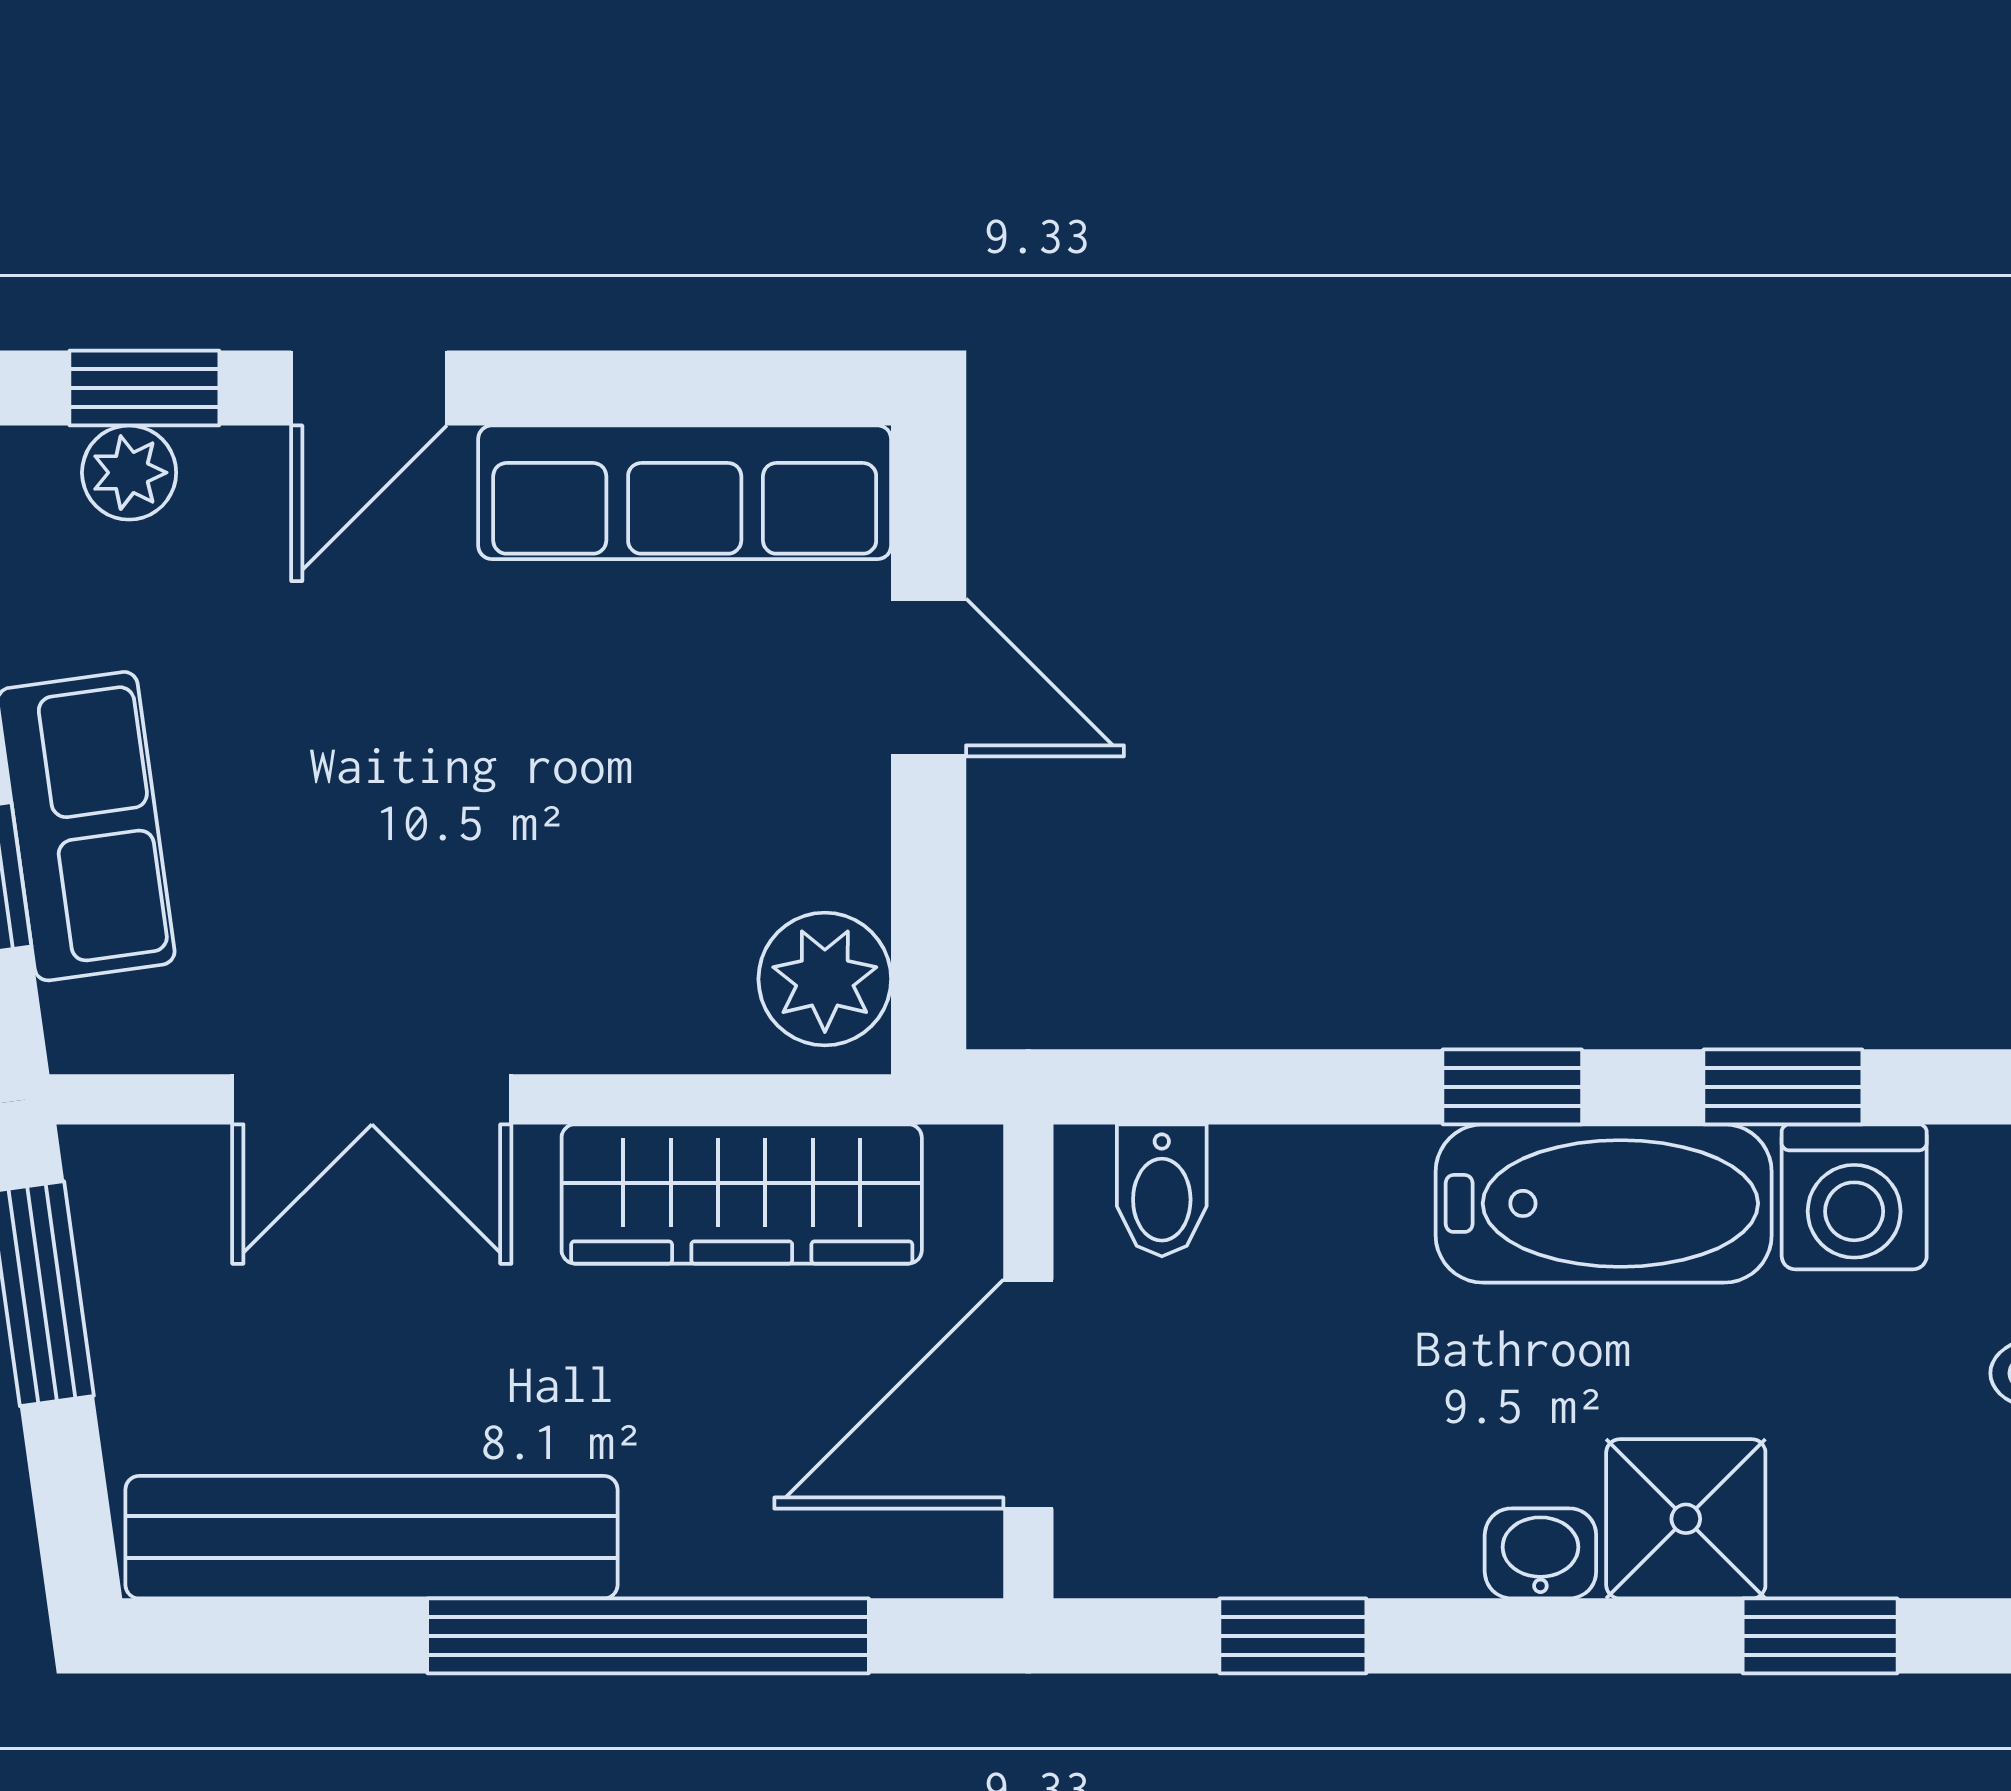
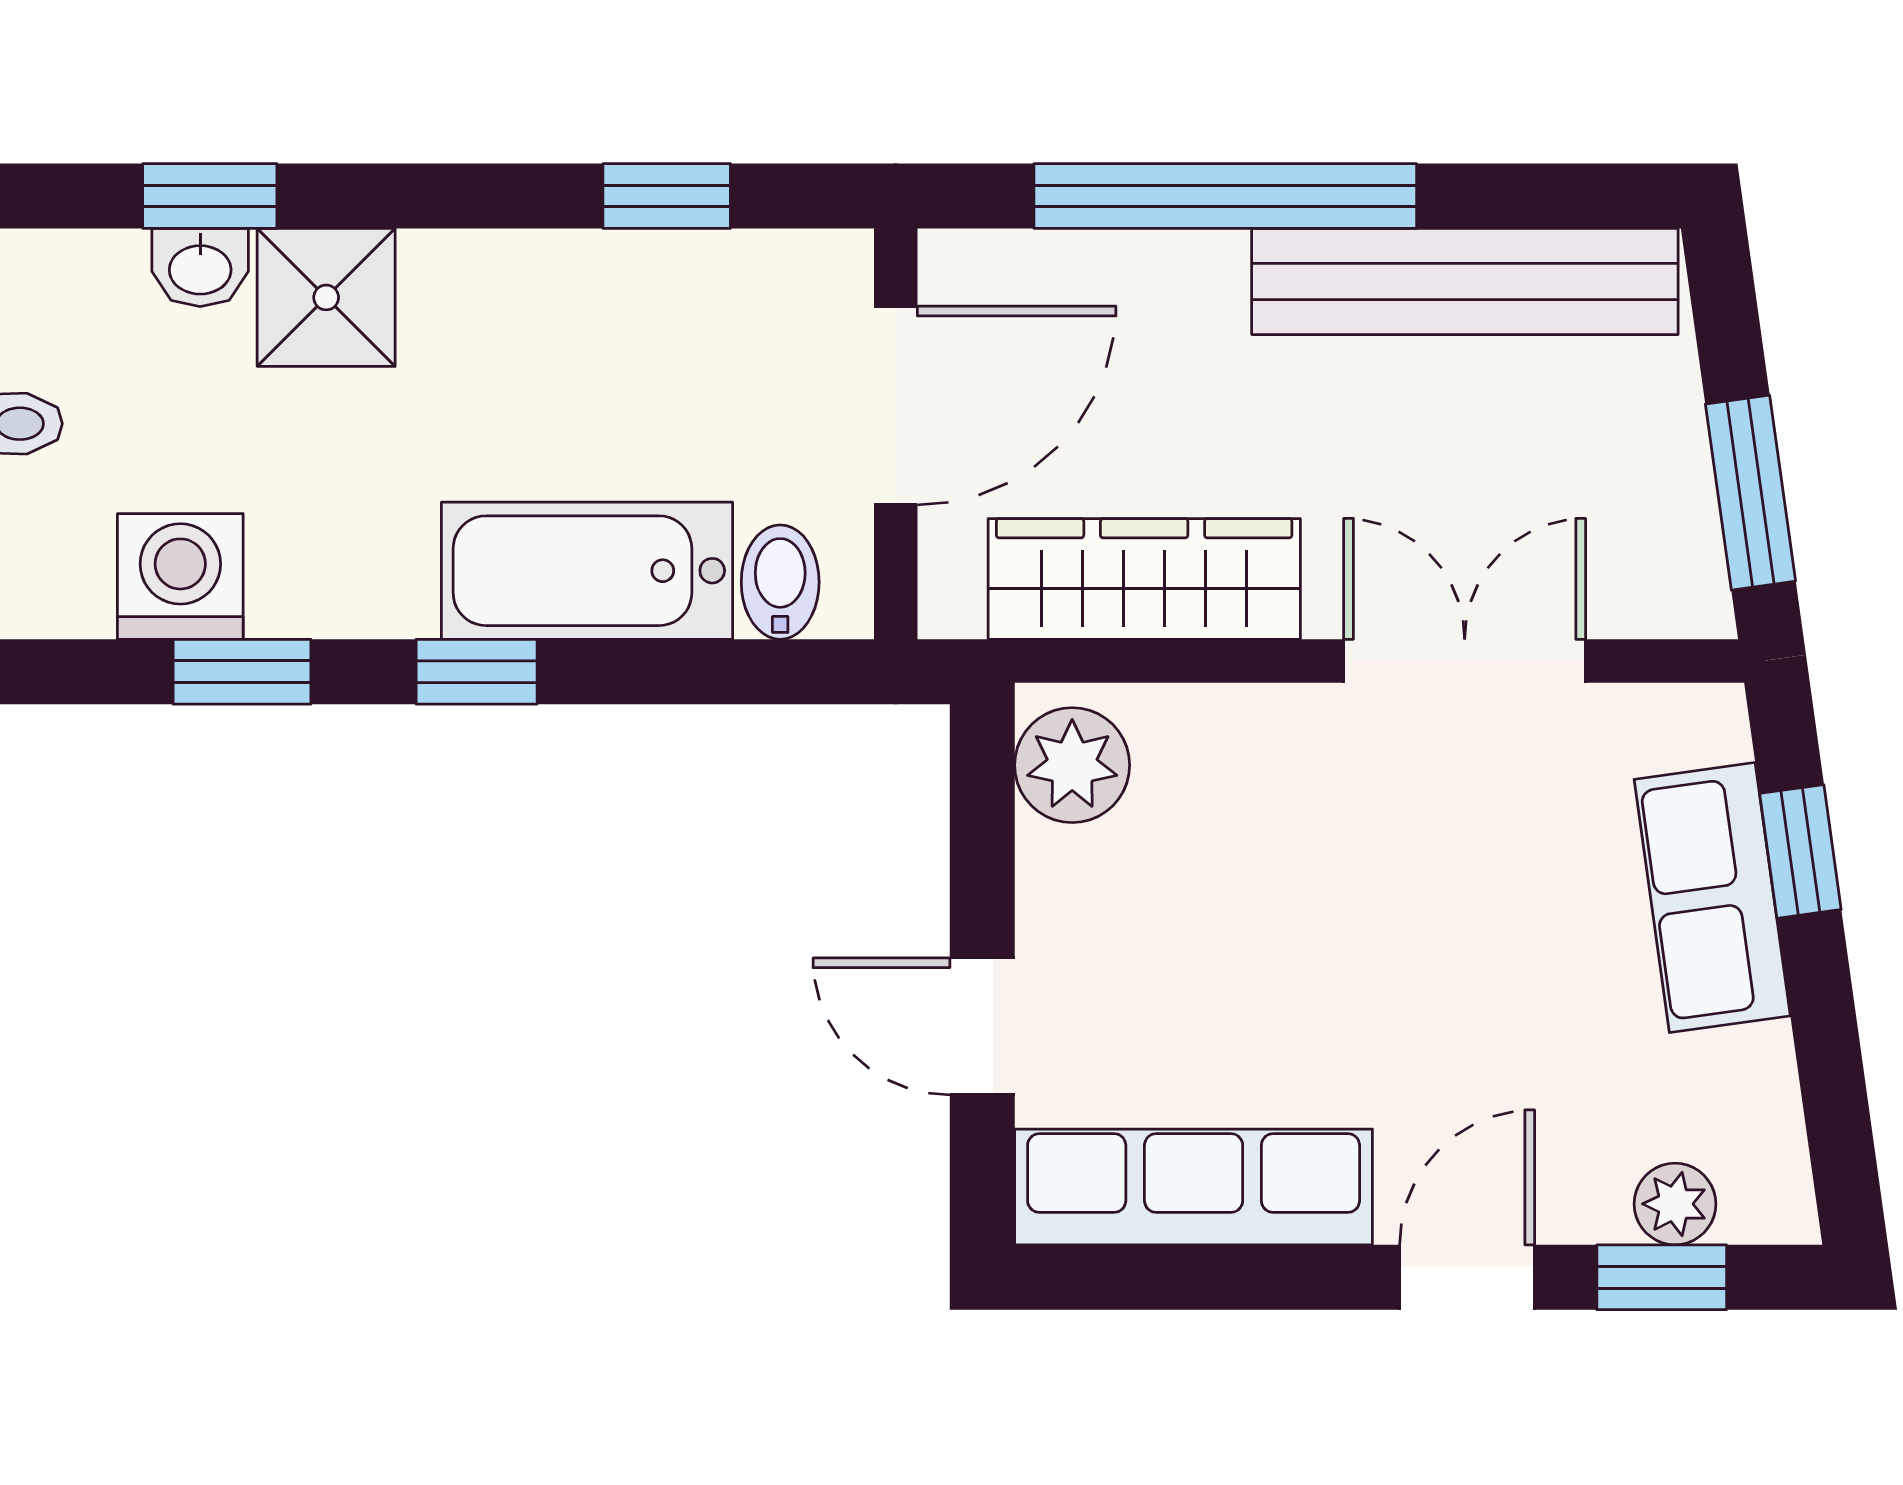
bathtub: (1604, 1203) -> (587, 571), moved
washbasin: (1540, 1553) -> (200, 268), moved

